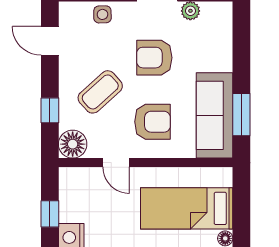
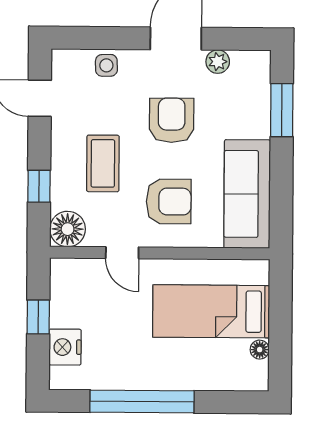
armchair: (154, 58) -> (172, 120), turned 90
coffee table: (100, 92) -> (103, 163), turned -48
window: (241, 115) -> (282, 110), moved

